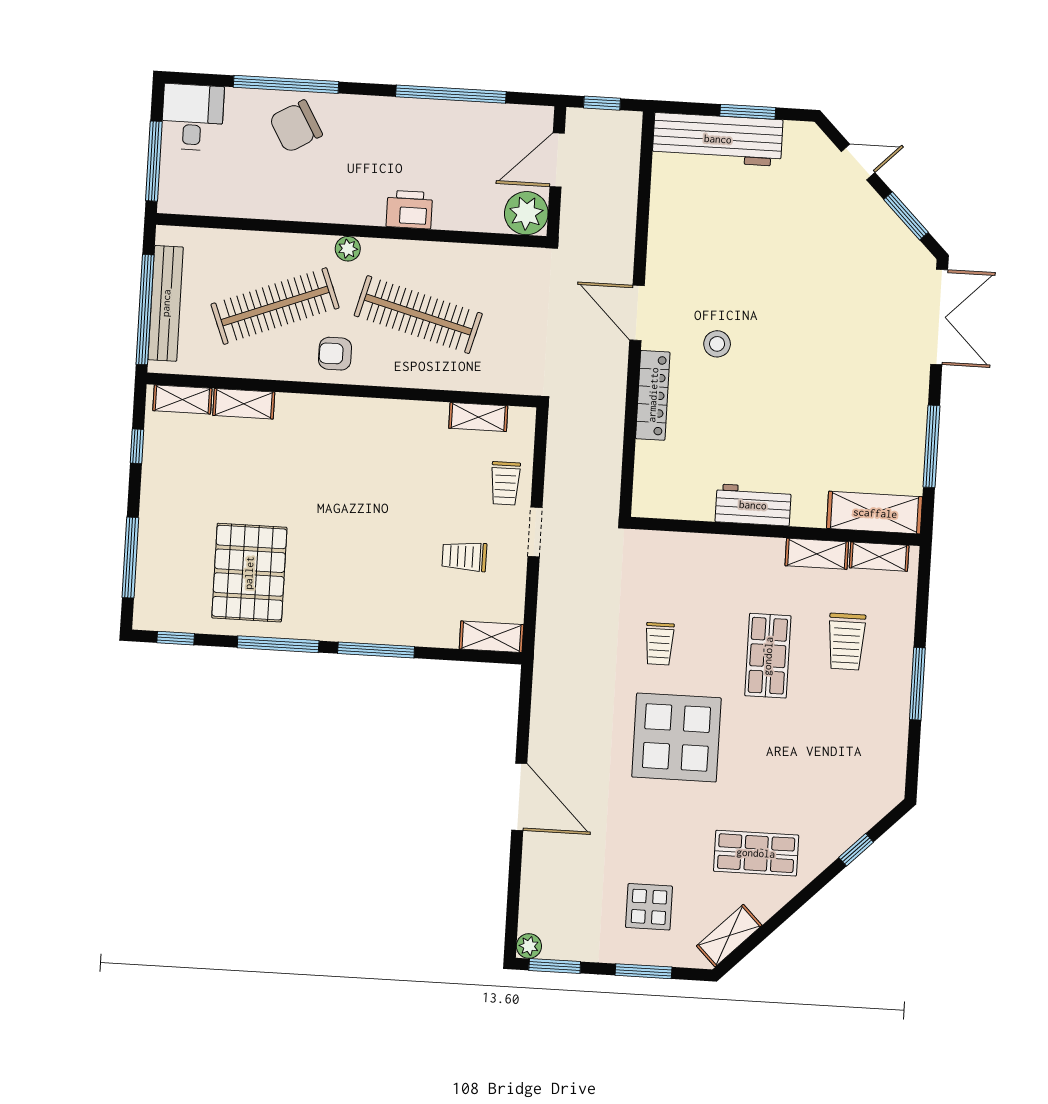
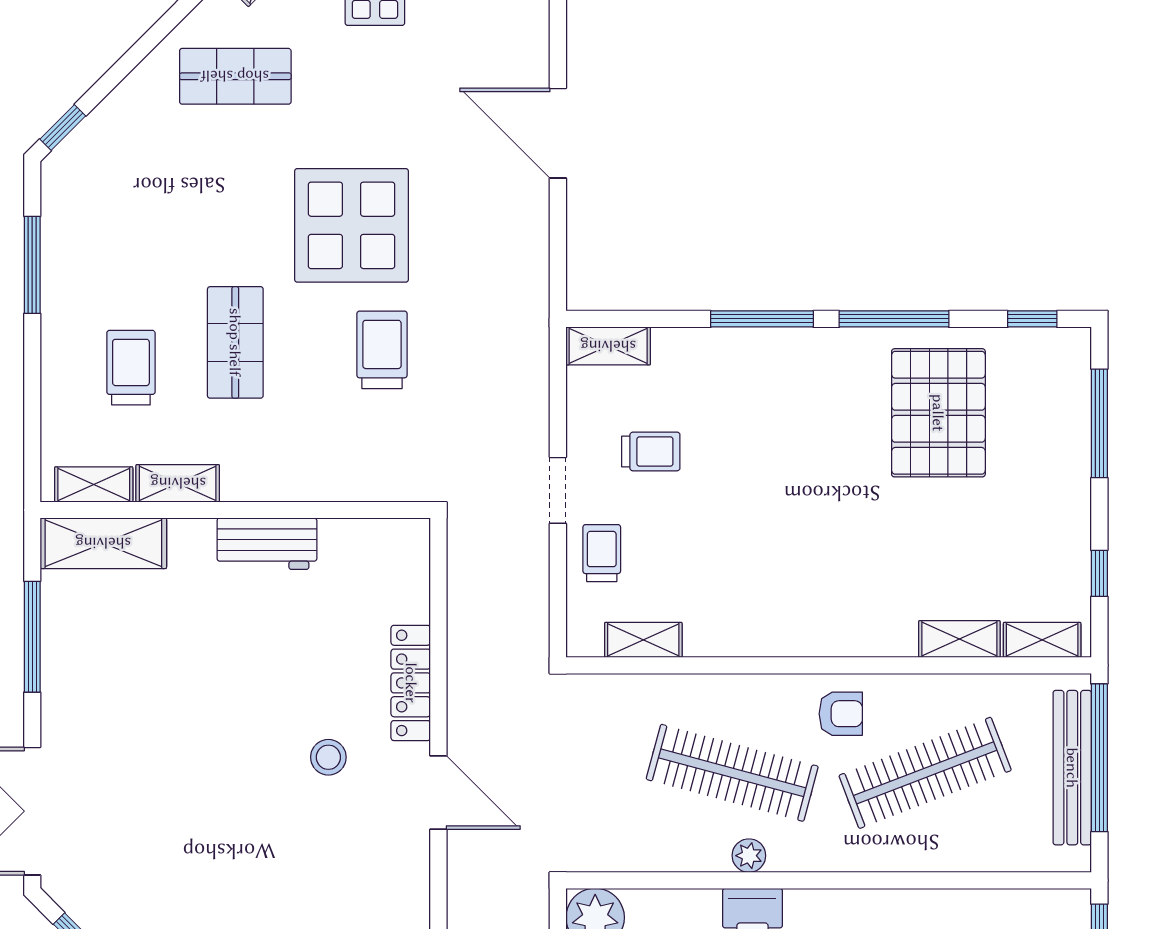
plant: (348, 249) -> (749, 856), moved
trolley: (659, 644) -> (382, 350), width x1.36, depth x1.39
window: (917, 684) -> (32, 265), moved
window: (856, 850) -> (63, 127), moved

